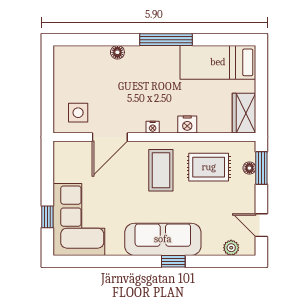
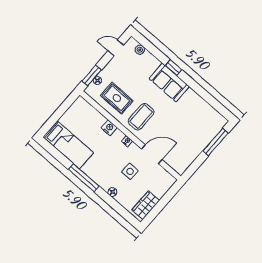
side table: (78, 113) -> (130, 171), moved
wardrobe: (244, 113) -> (146, 205), moved, turned 180
window: (47, 217) -> (216, 142), width x2.17
corner sofa: (79, 219) -> (201, 128), removed
door: (261, 225) -> (116, 48), swing flipped
sofa: (163, 239) -> (169, 83), width x0.73

